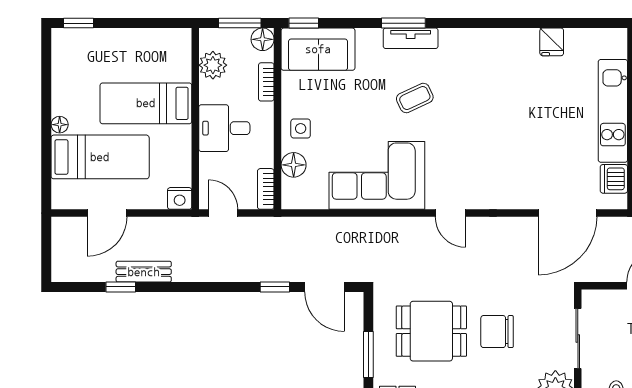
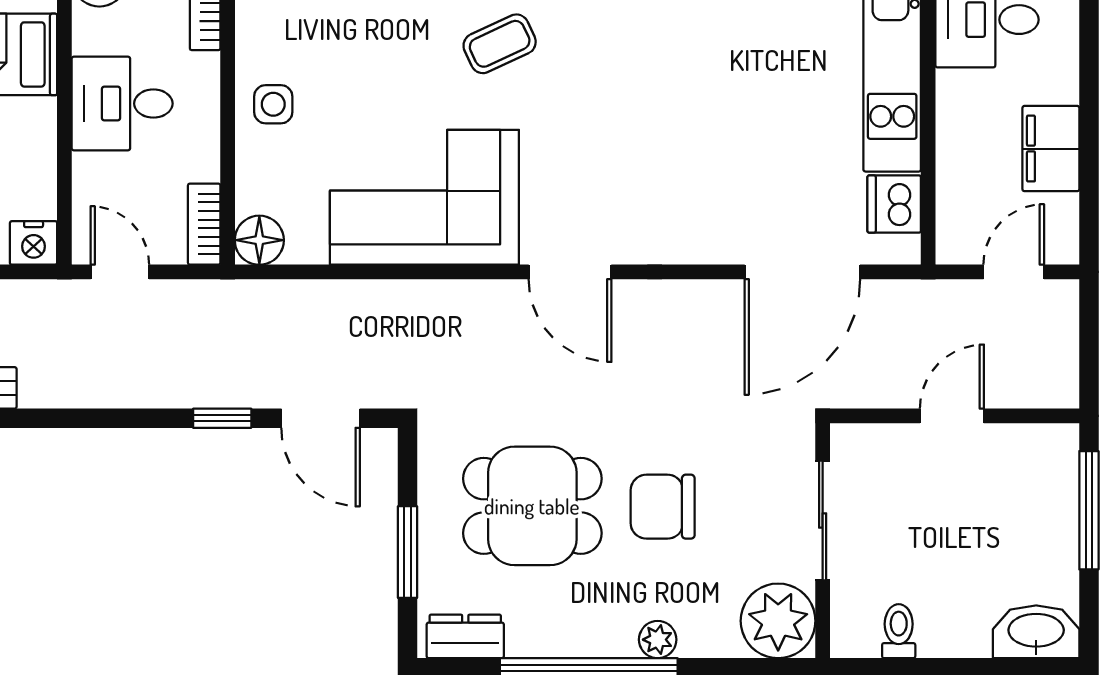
floor lamp: (294, 165) -> (259, 240), moved
door: (450, 213) -> (570, 272), width x1.38

